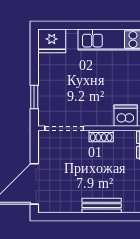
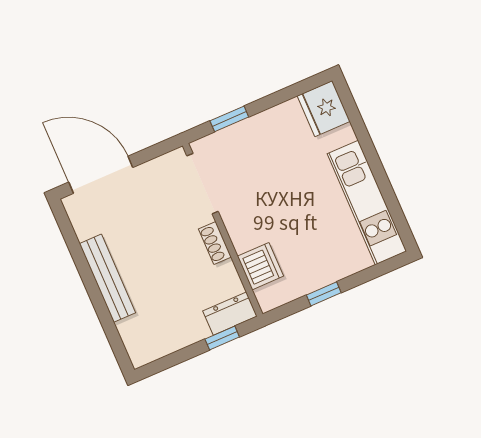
bench: (102, 206) -> (107, 278), width x1.36

